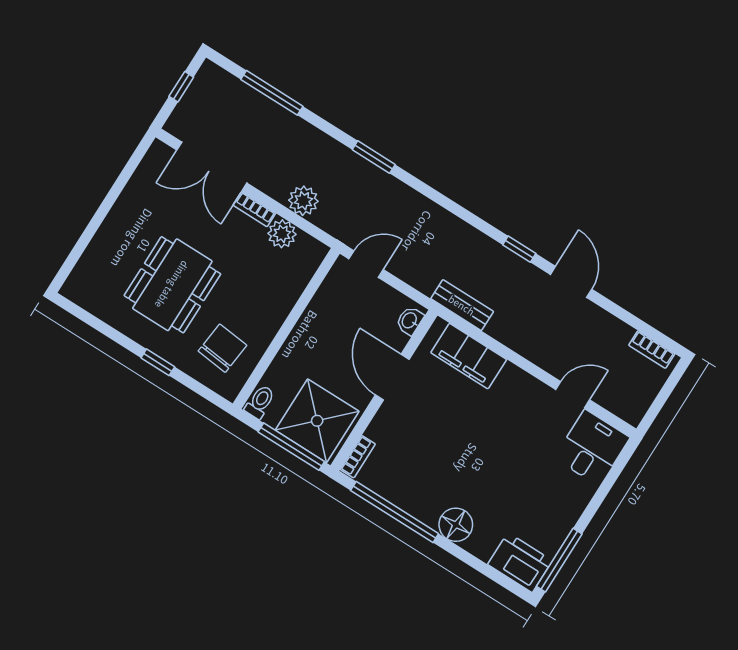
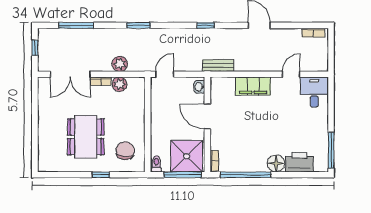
window: (519, 249) -> (206, 25), moved
filing cabinet: (469, 356) -> (253, 86), moved
printer: (520, 563) -> (299, 162), moved

